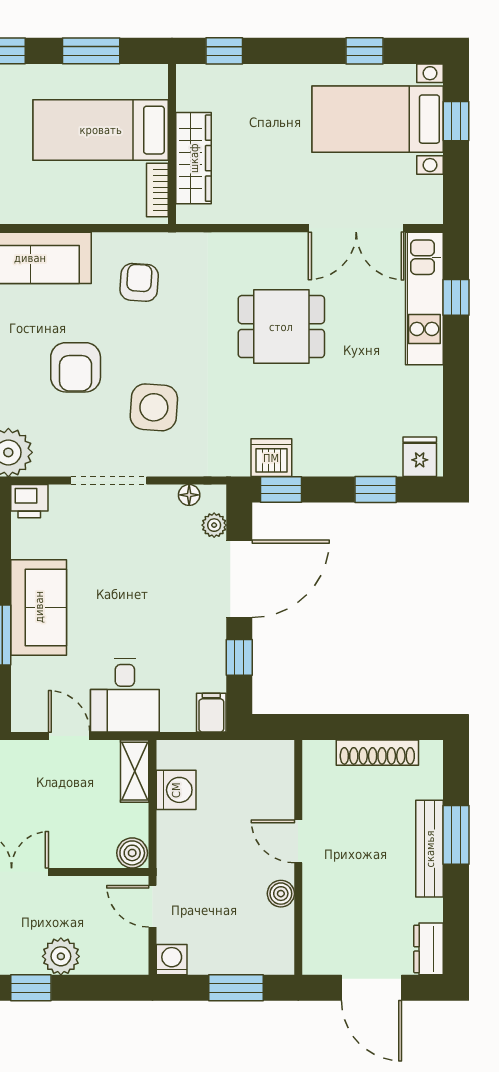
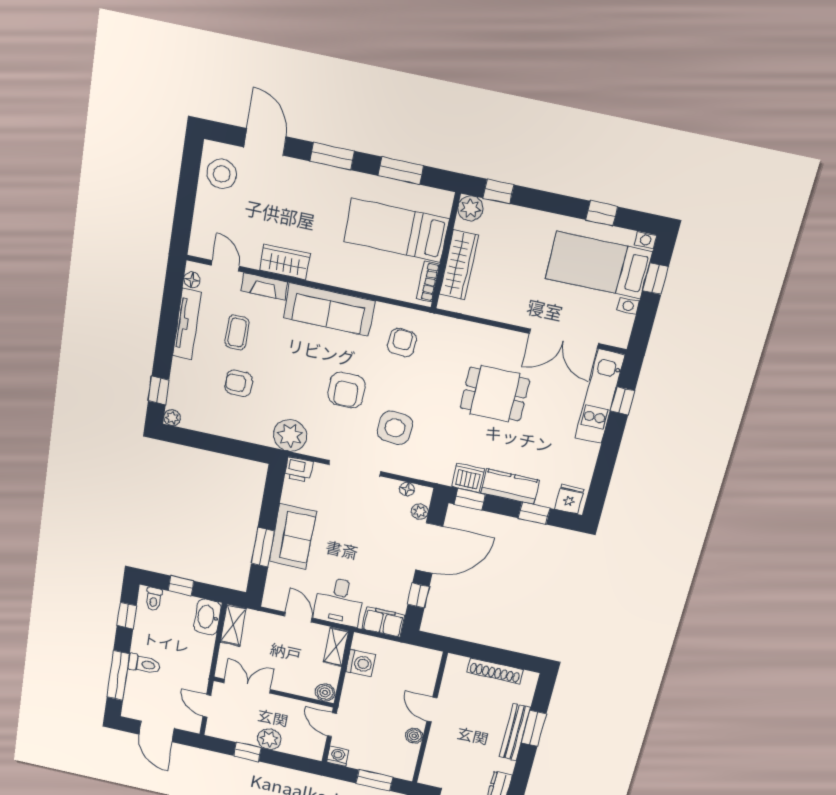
plant: (193, 80) -> (470, 208), added
kitchen counter: (333, 457) -> (510, 487), added
filing cabinet: (211, 713) -> (383, 622), width x2.00

